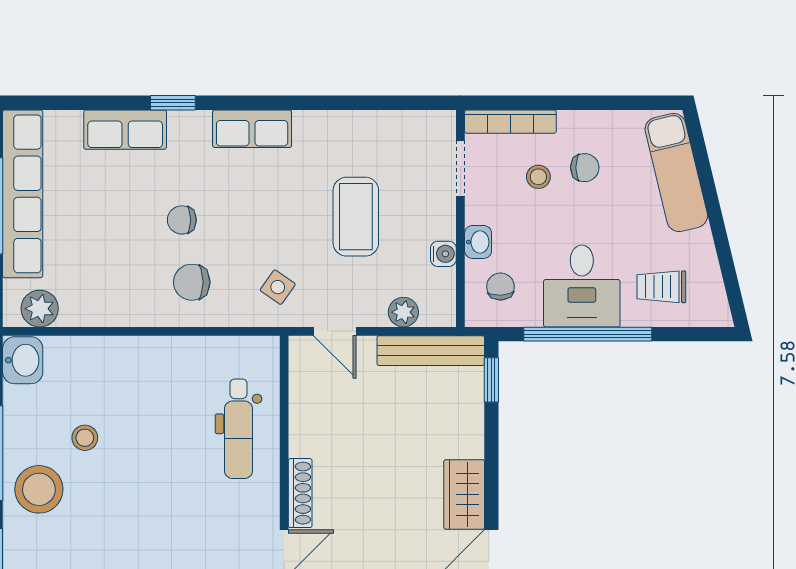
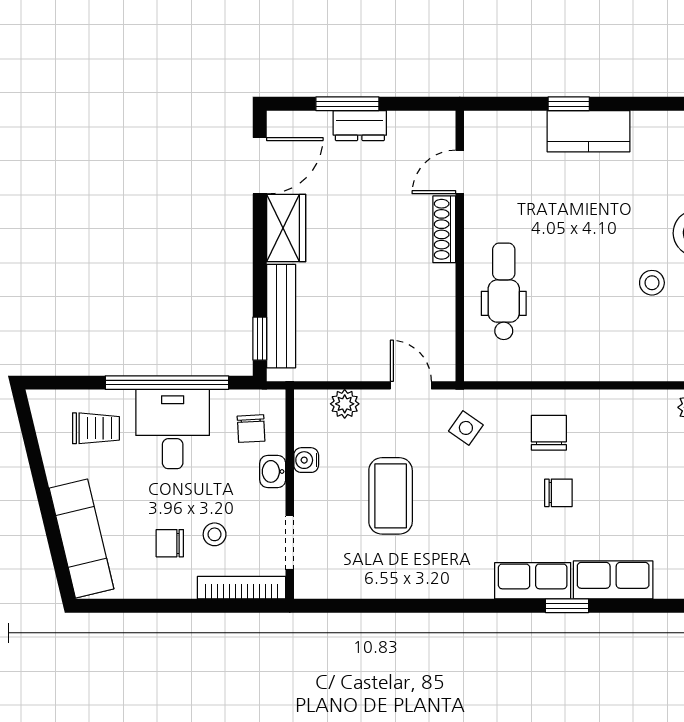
row of seats: (252, 129) -> (533, 581), moved
chair: (192, 282) -> (549, 433), turned -90
bench: (431, 351) -> (281, 316), moved, turned 90

